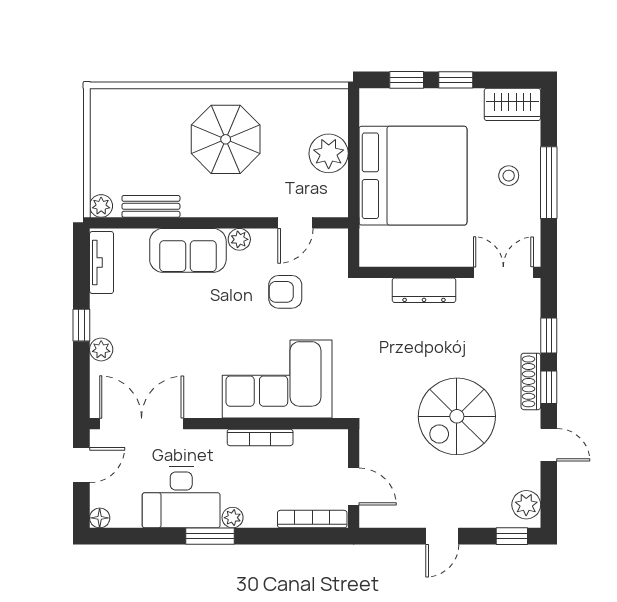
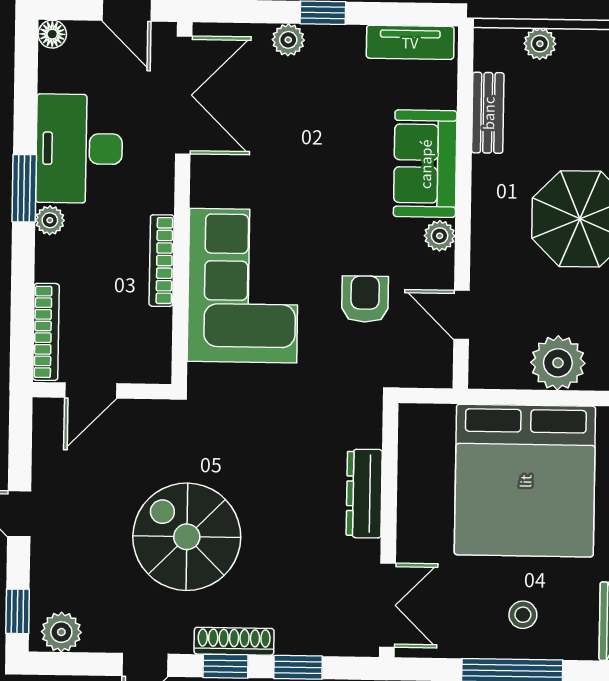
plant: (101, 206) -> (540, 44), moved

